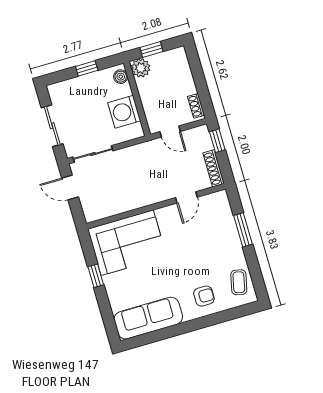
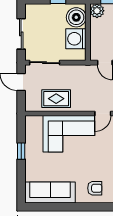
boiler: (121, 77) -> (76, 17), width x1.86, depth x1.86
rug: (121, 196) -> (56, 99), added
corner sofa: (127, 243) -> (69, 134), moved

